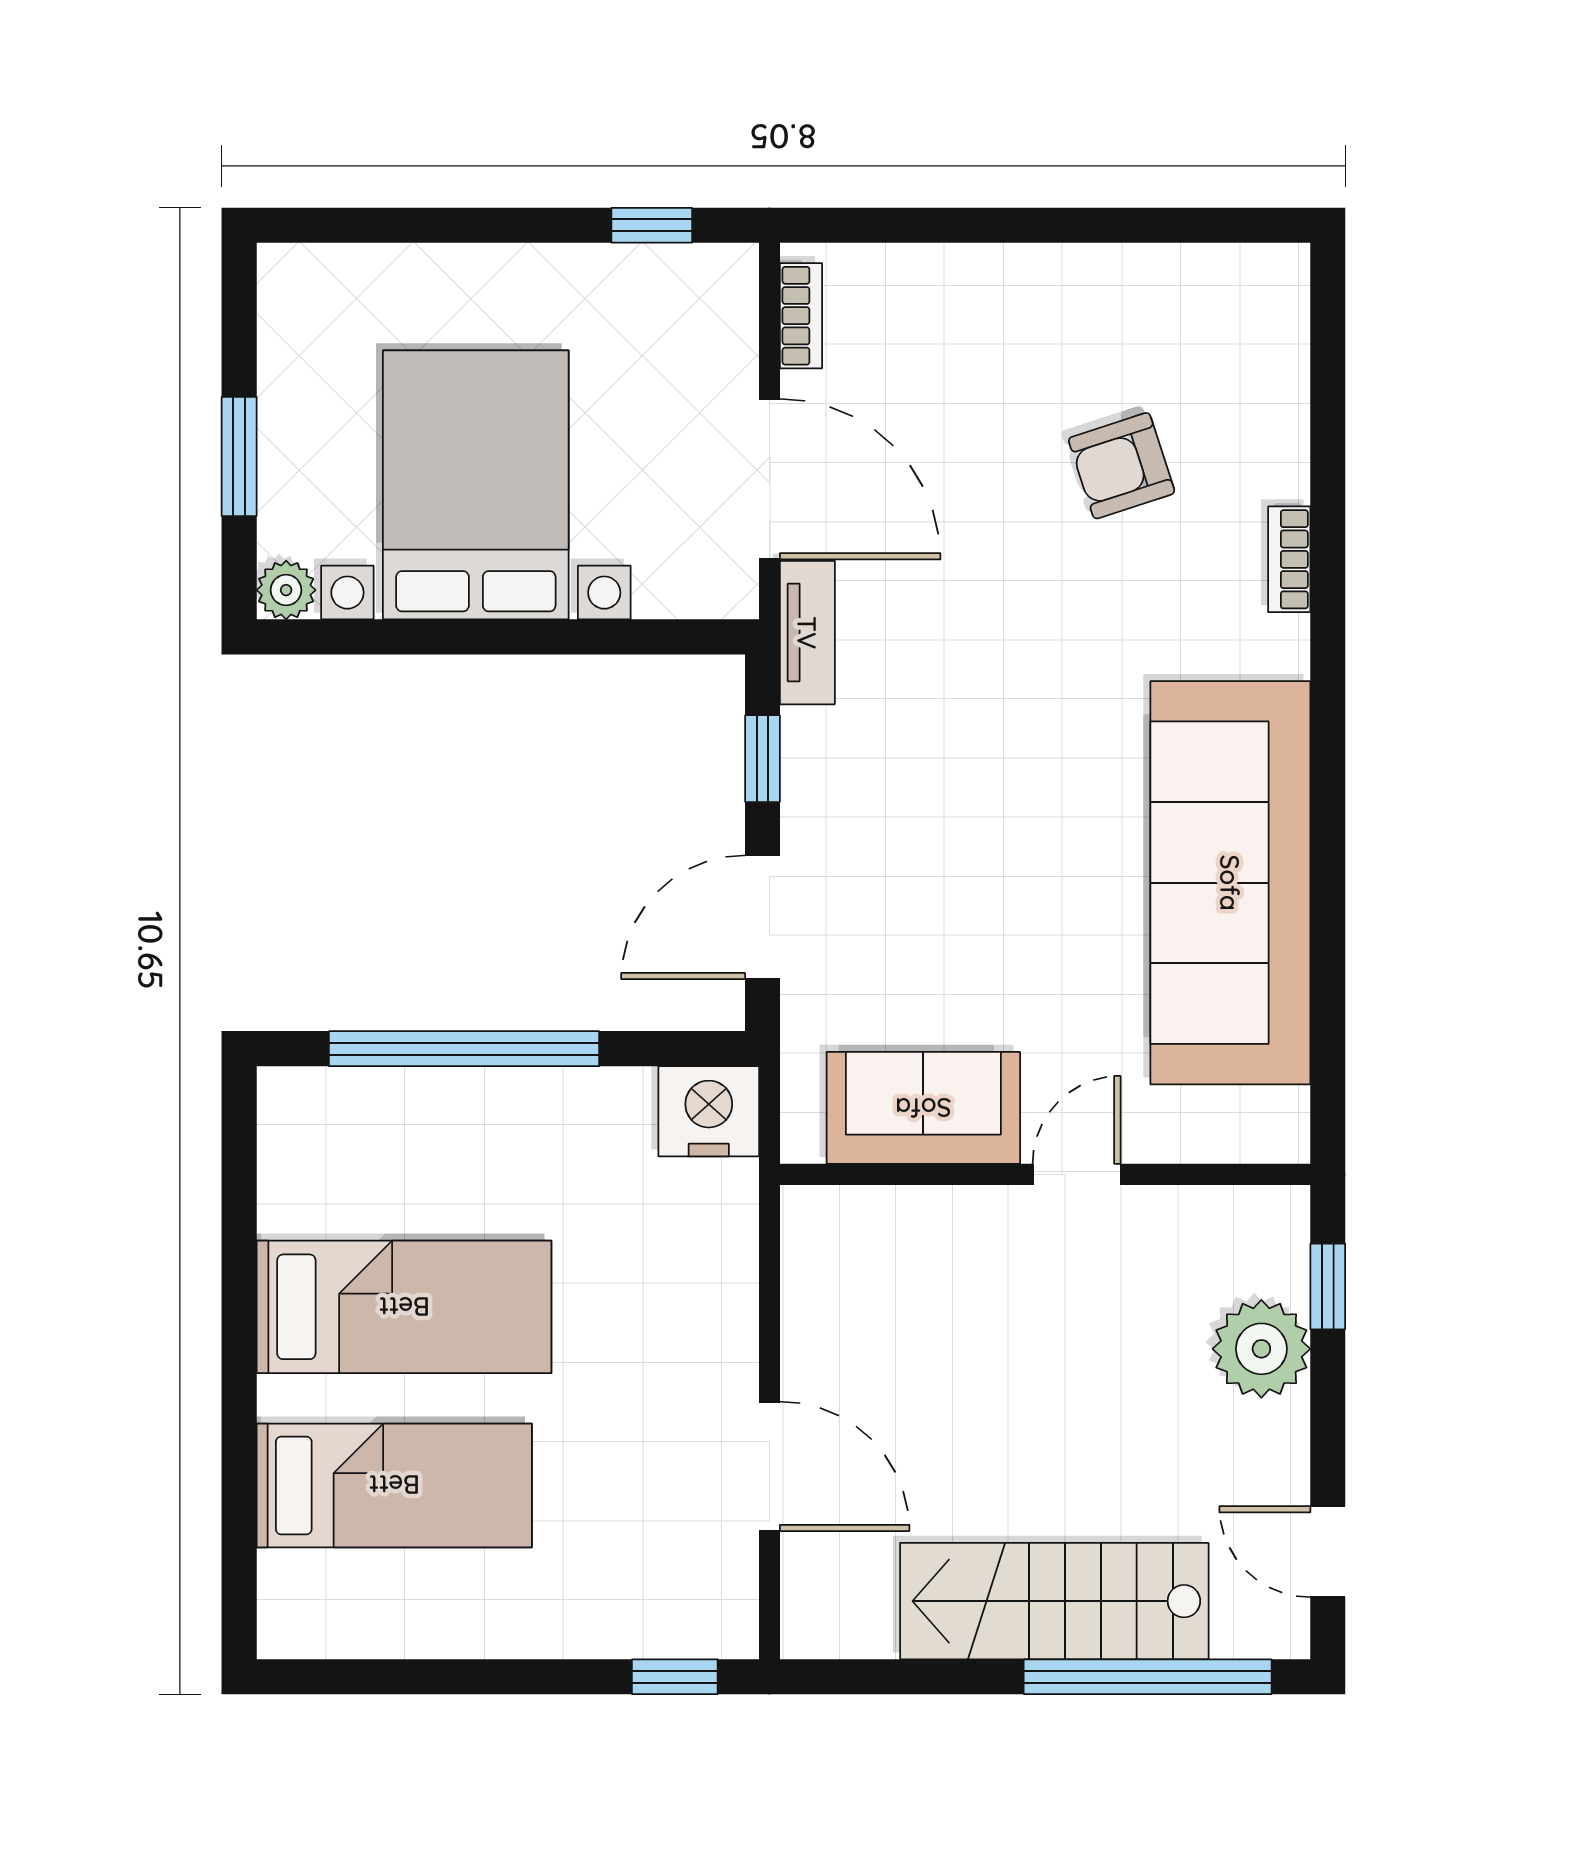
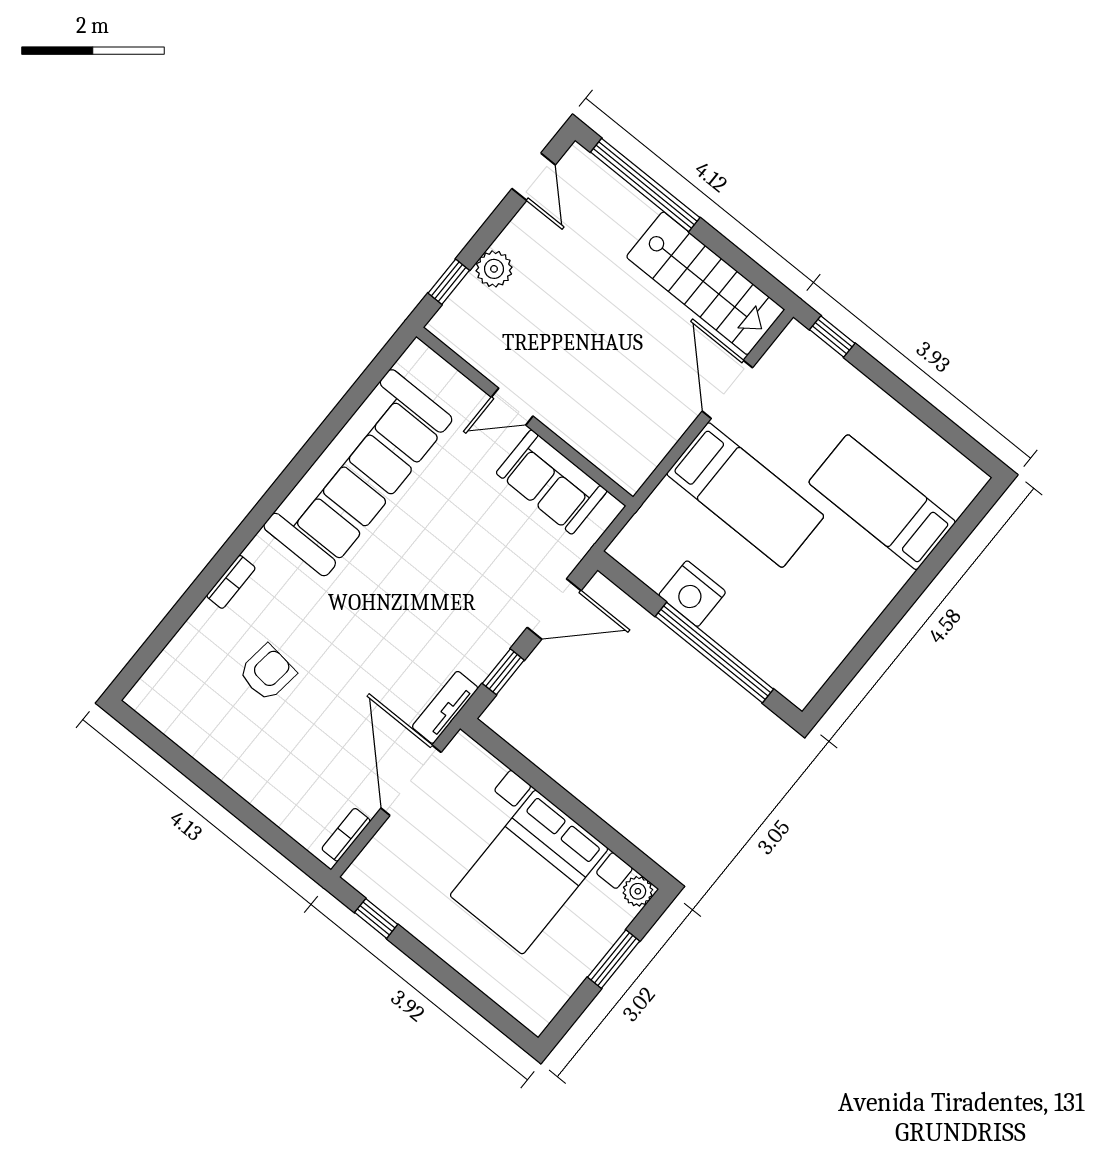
armchair: (1122, 466) -> (267, 673), turned -65
nightstand: (709, 1111) -> (692, 594), moved
bed: (404, 1307) -> (745, 495), moved, turned 180
plant: (1261, 1349) -> (494, 269), width x0.73, depth x0.73
stairs: (1054, 1601) -> (705, 283), moved

